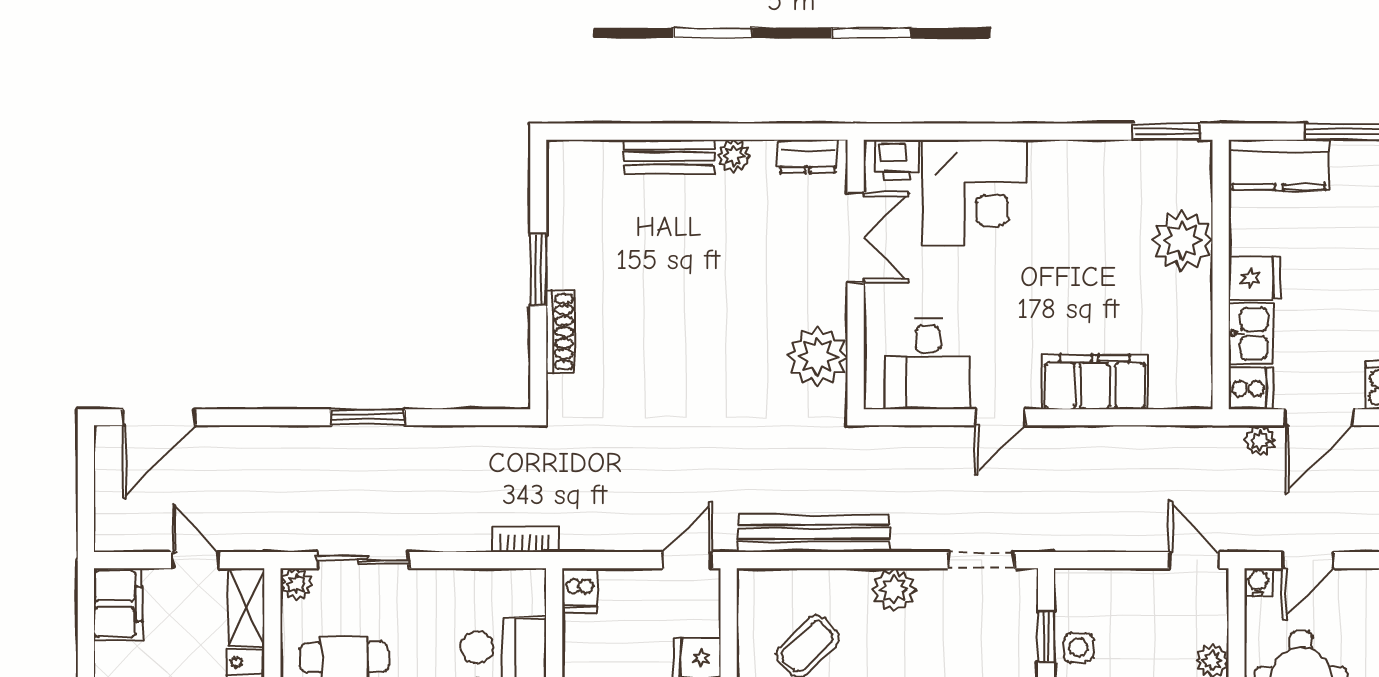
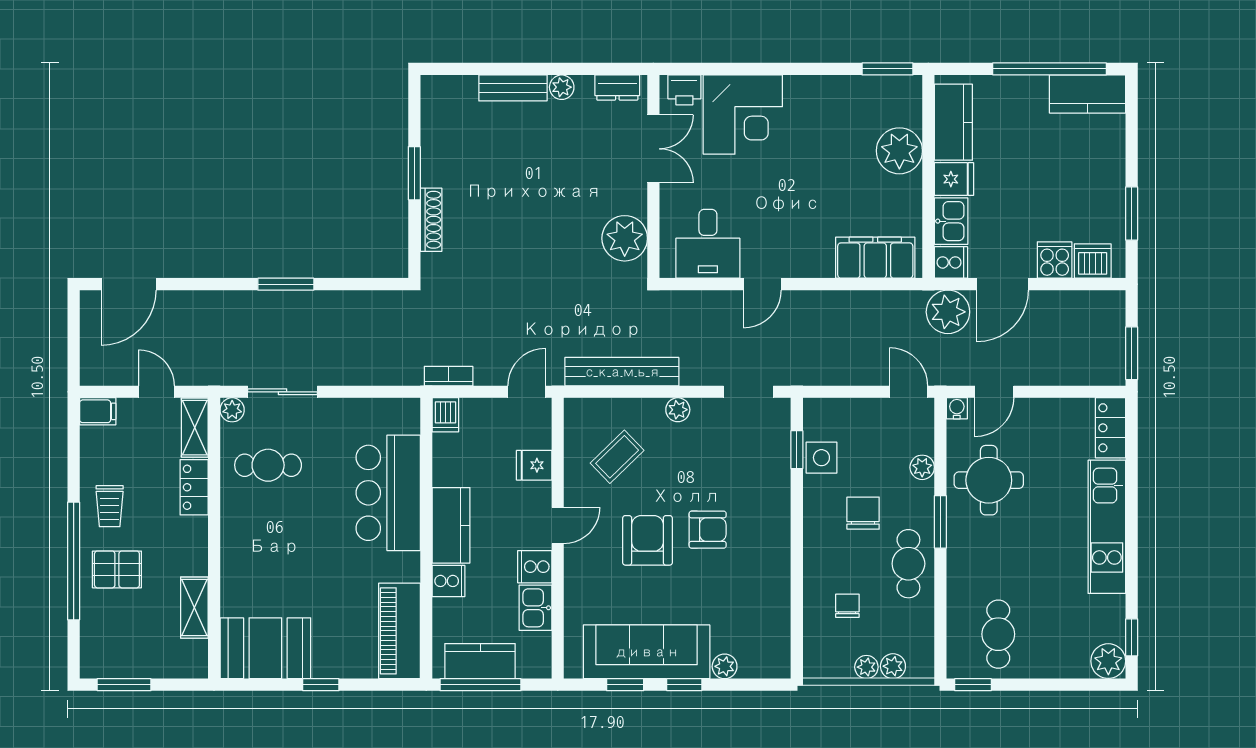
kitchen counter: (1279, 165) -> (953, 122), moved, turned -90
filing cabinet: (1095, 382) -> (875, 258), moved
plant: (1260, 441) -> (948, 312), width x1.87, depth x1.87
bookcase: (525, 539) -> (449, 376), moved
plant: (894, 590) -> (678, 410), width x0.73, depth x0.73
filing cabinet: (118, 604) -> (98, 411), width x0.50
side table: (1079, 648) -> (821, 458), width x1.37, depth x1.37

